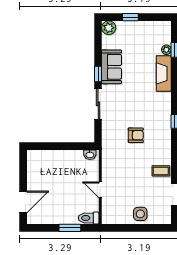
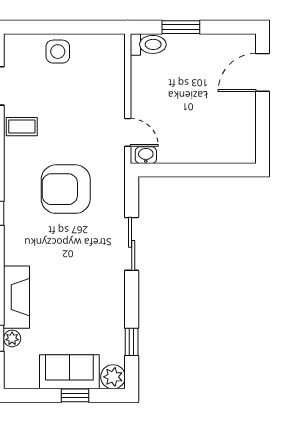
sofa: (112, 67) -> (69, 372), moved, turned 90
window: (98, 74) -> (132, 342), moved
armchair: (136, 135) -> (66, 189), width x1.88, depth x1.88
door: (100, 190) -> (128, 132), moved

